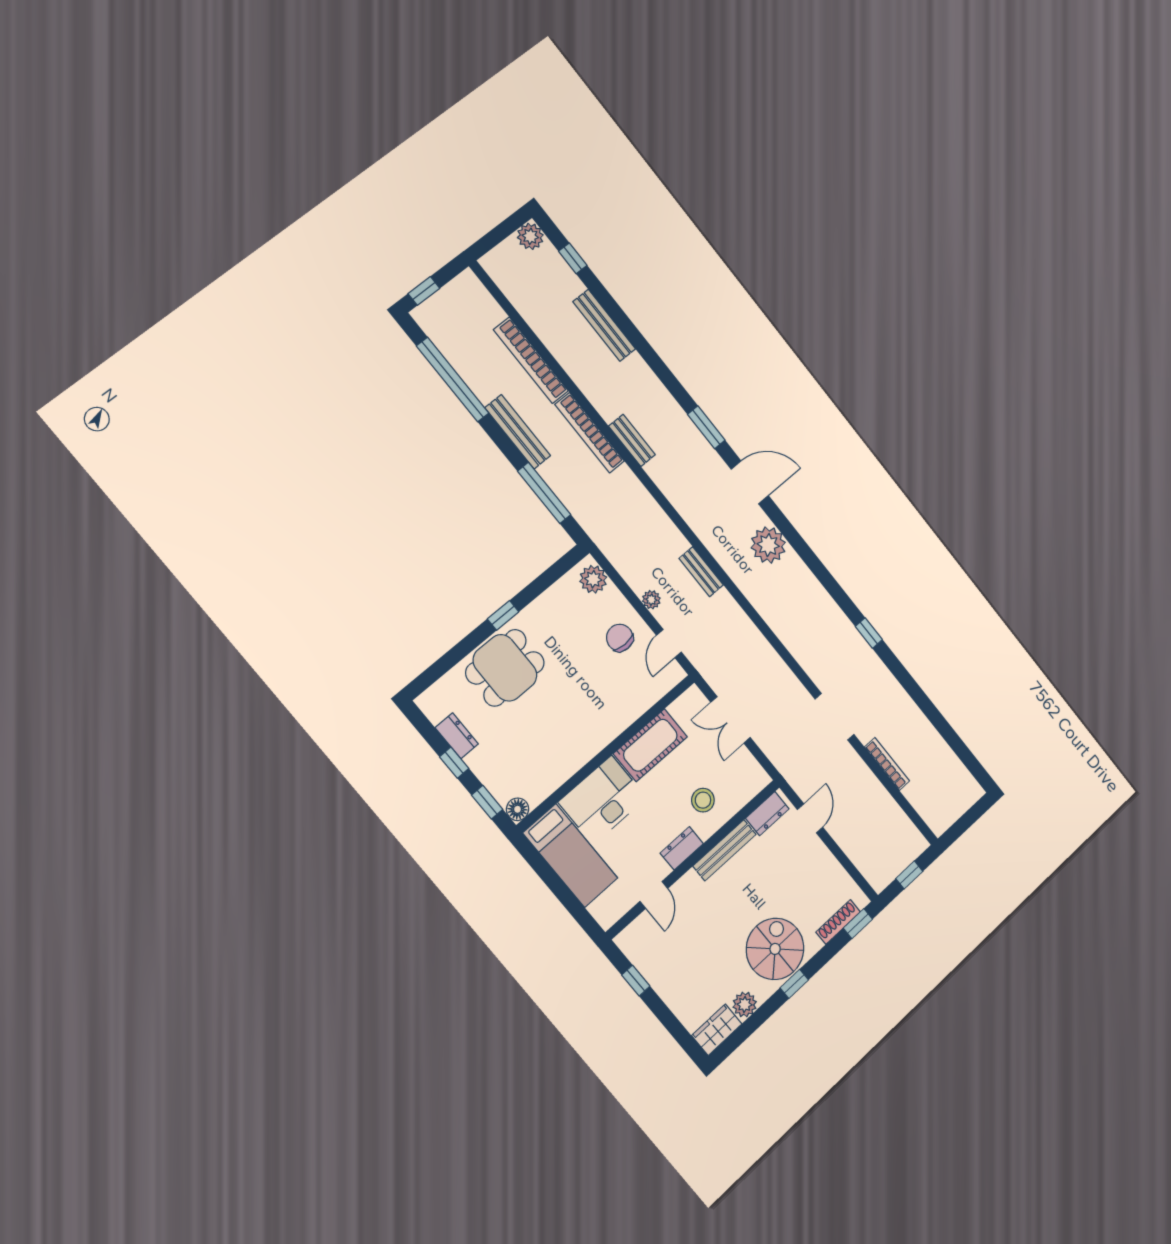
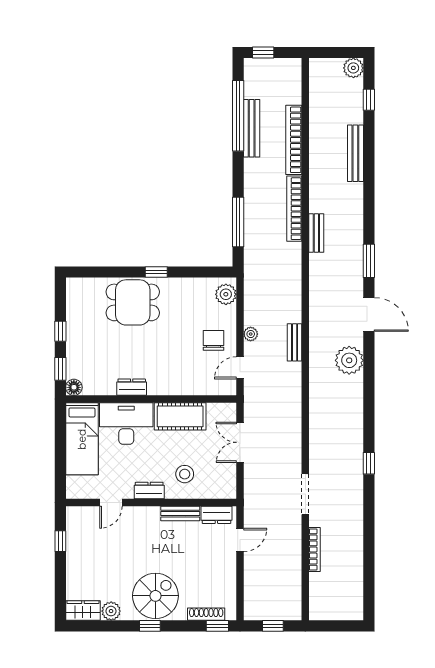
bench: (518, 432) -> (252, 128), moved
dresser: (457, 736) -> (132, 387), moved, turned -90
bench: (724, 850) -> (180, 514), width x0.73

